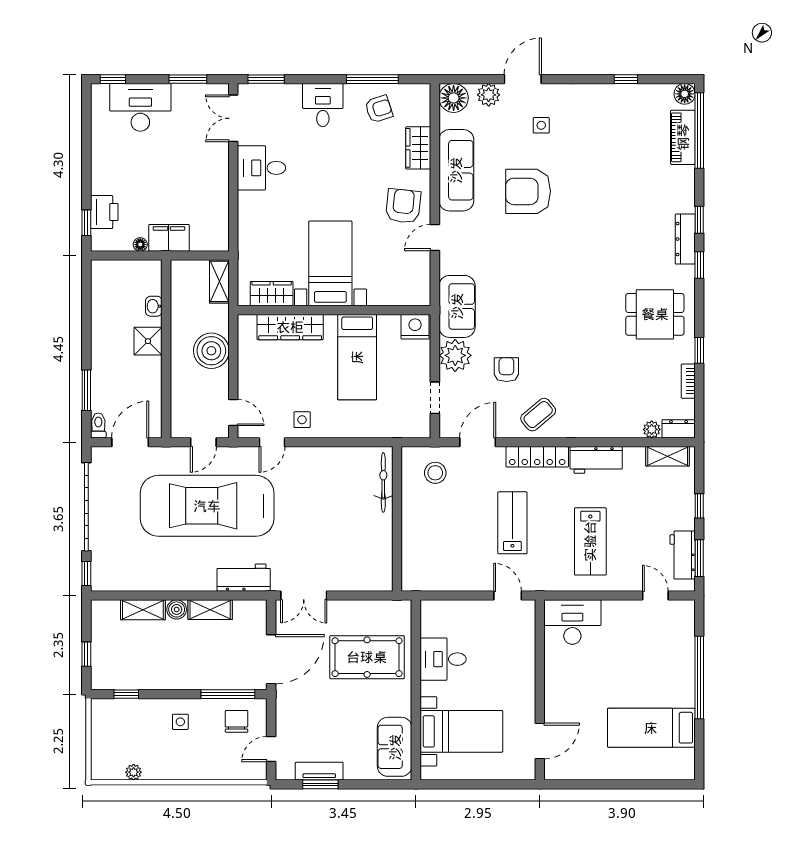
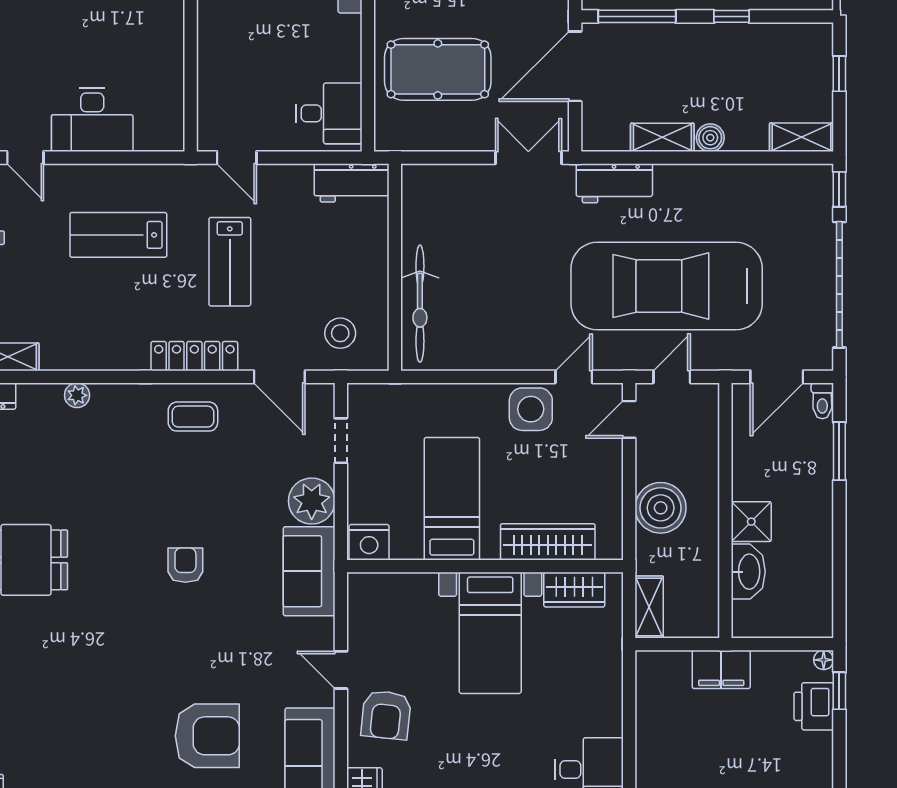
door: (435, 237) -> (341, 670), swing flipped
floor lamp: (140, 244) -> (824, 660), moved
washbasin: (154, 306) -> (748, 572), width x1.91, depth x1.45
armchair: (506, 370) -> (185, 565), moved, turned 180
door: (233, 413) -> (629, 419), hinge flipped
coffee table: (538, 415) -> (193, 417), turned 40
side table: (302, 420) -> (531, 409), width x1.87, depth x1.87
plant: (652, 429) -> (77, 395), moved
door: (478, 442) -> (279, 377), hinge flipped
workbench: (596, 460) -> (352, 183), moved, turned 180
bicycle: (383, 482) -> (420, 304), width x1.37, depth x1.40
car: (207, 506) -> (667, 286), turned 180
lab bench: (590, 541) -> (118, 235), turned -90
shelving: (143, 610) -> (802, 137), moved
desk: (572, 622) -> (92, 120), moved
desk: (443, 659) -> (329, 113), moved
window: (126, 694) -> (732, 16), moved

